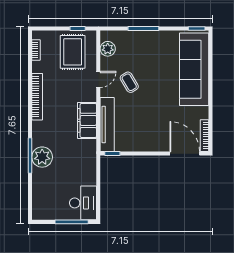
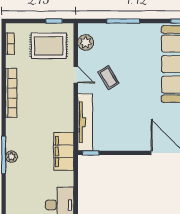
rug: (73, 52) -> (49, 46), turned 90
door: (98, 79) -> (76, 75), hinge flipped
filing cabinet: (87, 120) -> (64, 151), moved
plant: (42, 157) -> (11, 157), width x0.53, depth x0.53

